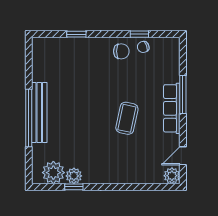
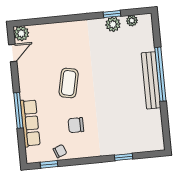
window: (139, 34) -> (49, 164), moved
chair: (121, 51) -> (76, 125), moved
row of seats: (172, 108) -> (30, 123), moved
plant: (53, 173) -> (132, 21), width x0.53, depth x0.53

